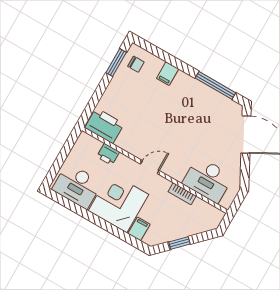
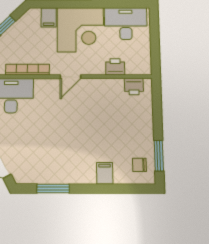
window: (215, 85) -> (53, 189), width x0.69
printer: (104, 126) -> (134, 87), width x0.53, depth x0.68
bookcase: (182, 194) -> (27, 70), width x1.56

